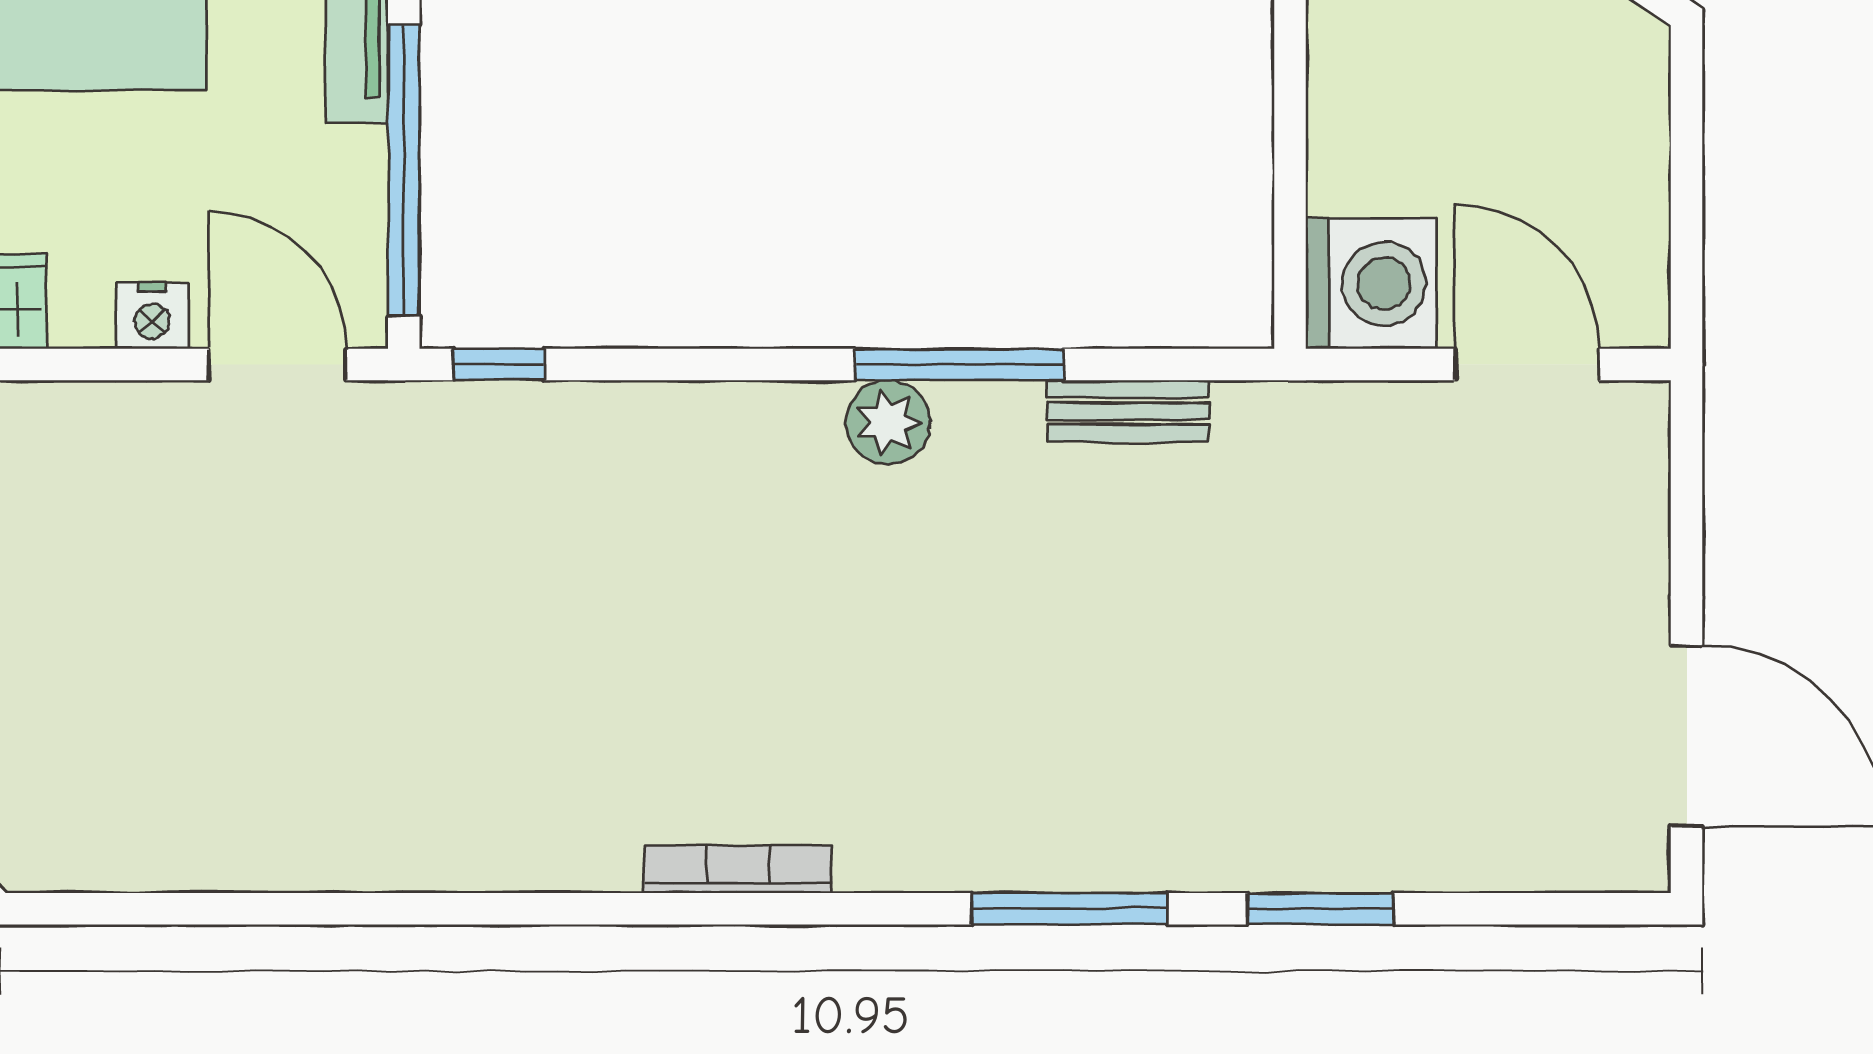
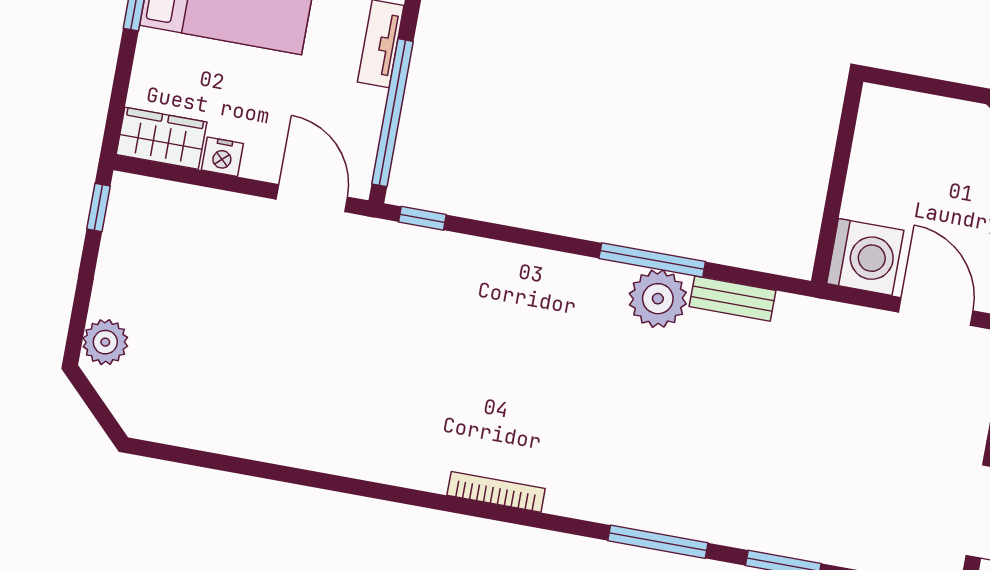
nightstand: (152, 316) -> (222, 157), moved
plant: (888, 422) -> (658, 299), moved, width x1.36, depth x1.36

